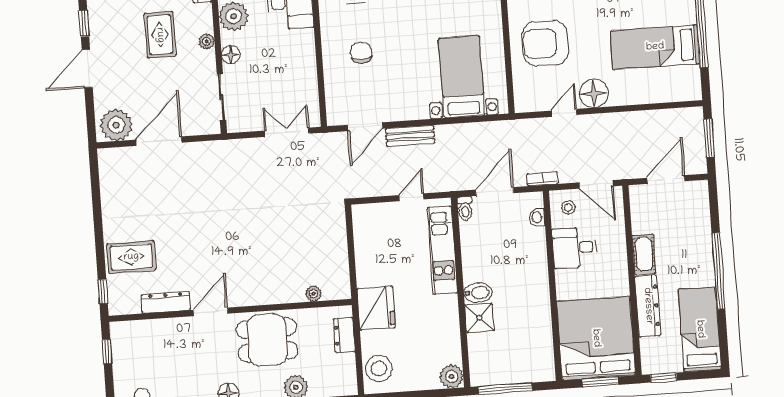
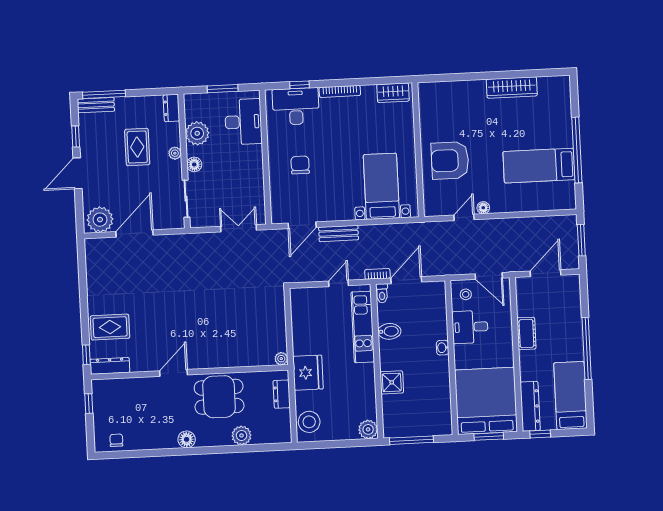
floor lamp: (594, 93) -> (483, 208), width x0.53, depth x0.53
bookcase: (542, 179) -> (377, 274), moved
washbasin: (537, 217) -> (443, 348), moved
bidet: (478, 293) -> (389, 331), moved
plant: (313, 294) -> (281, 359), moved
dresser: (166, 302) -> (110, 366), moved
dresser: (648, 306) -> (530, 406), moved

